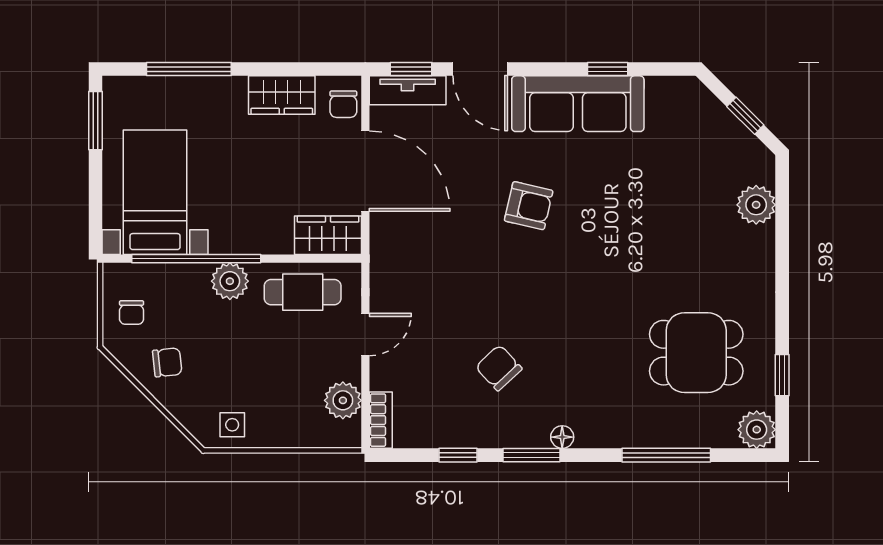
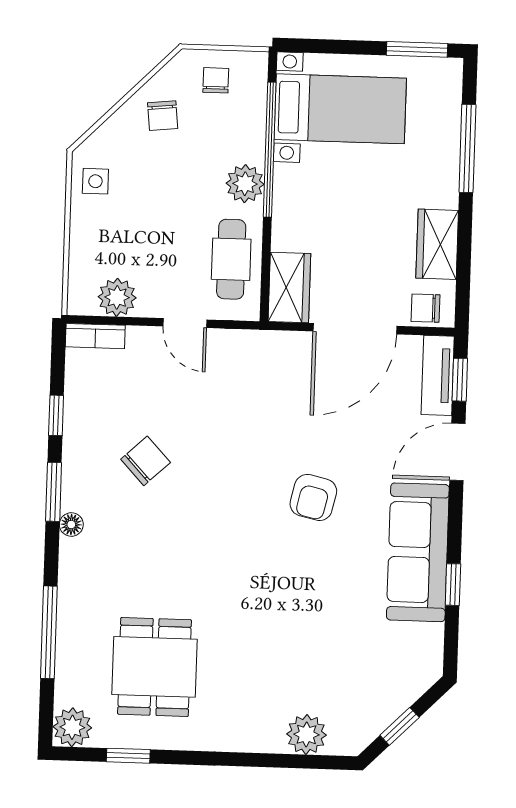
chair: (132, 313) -> (216, 80), turned 90

